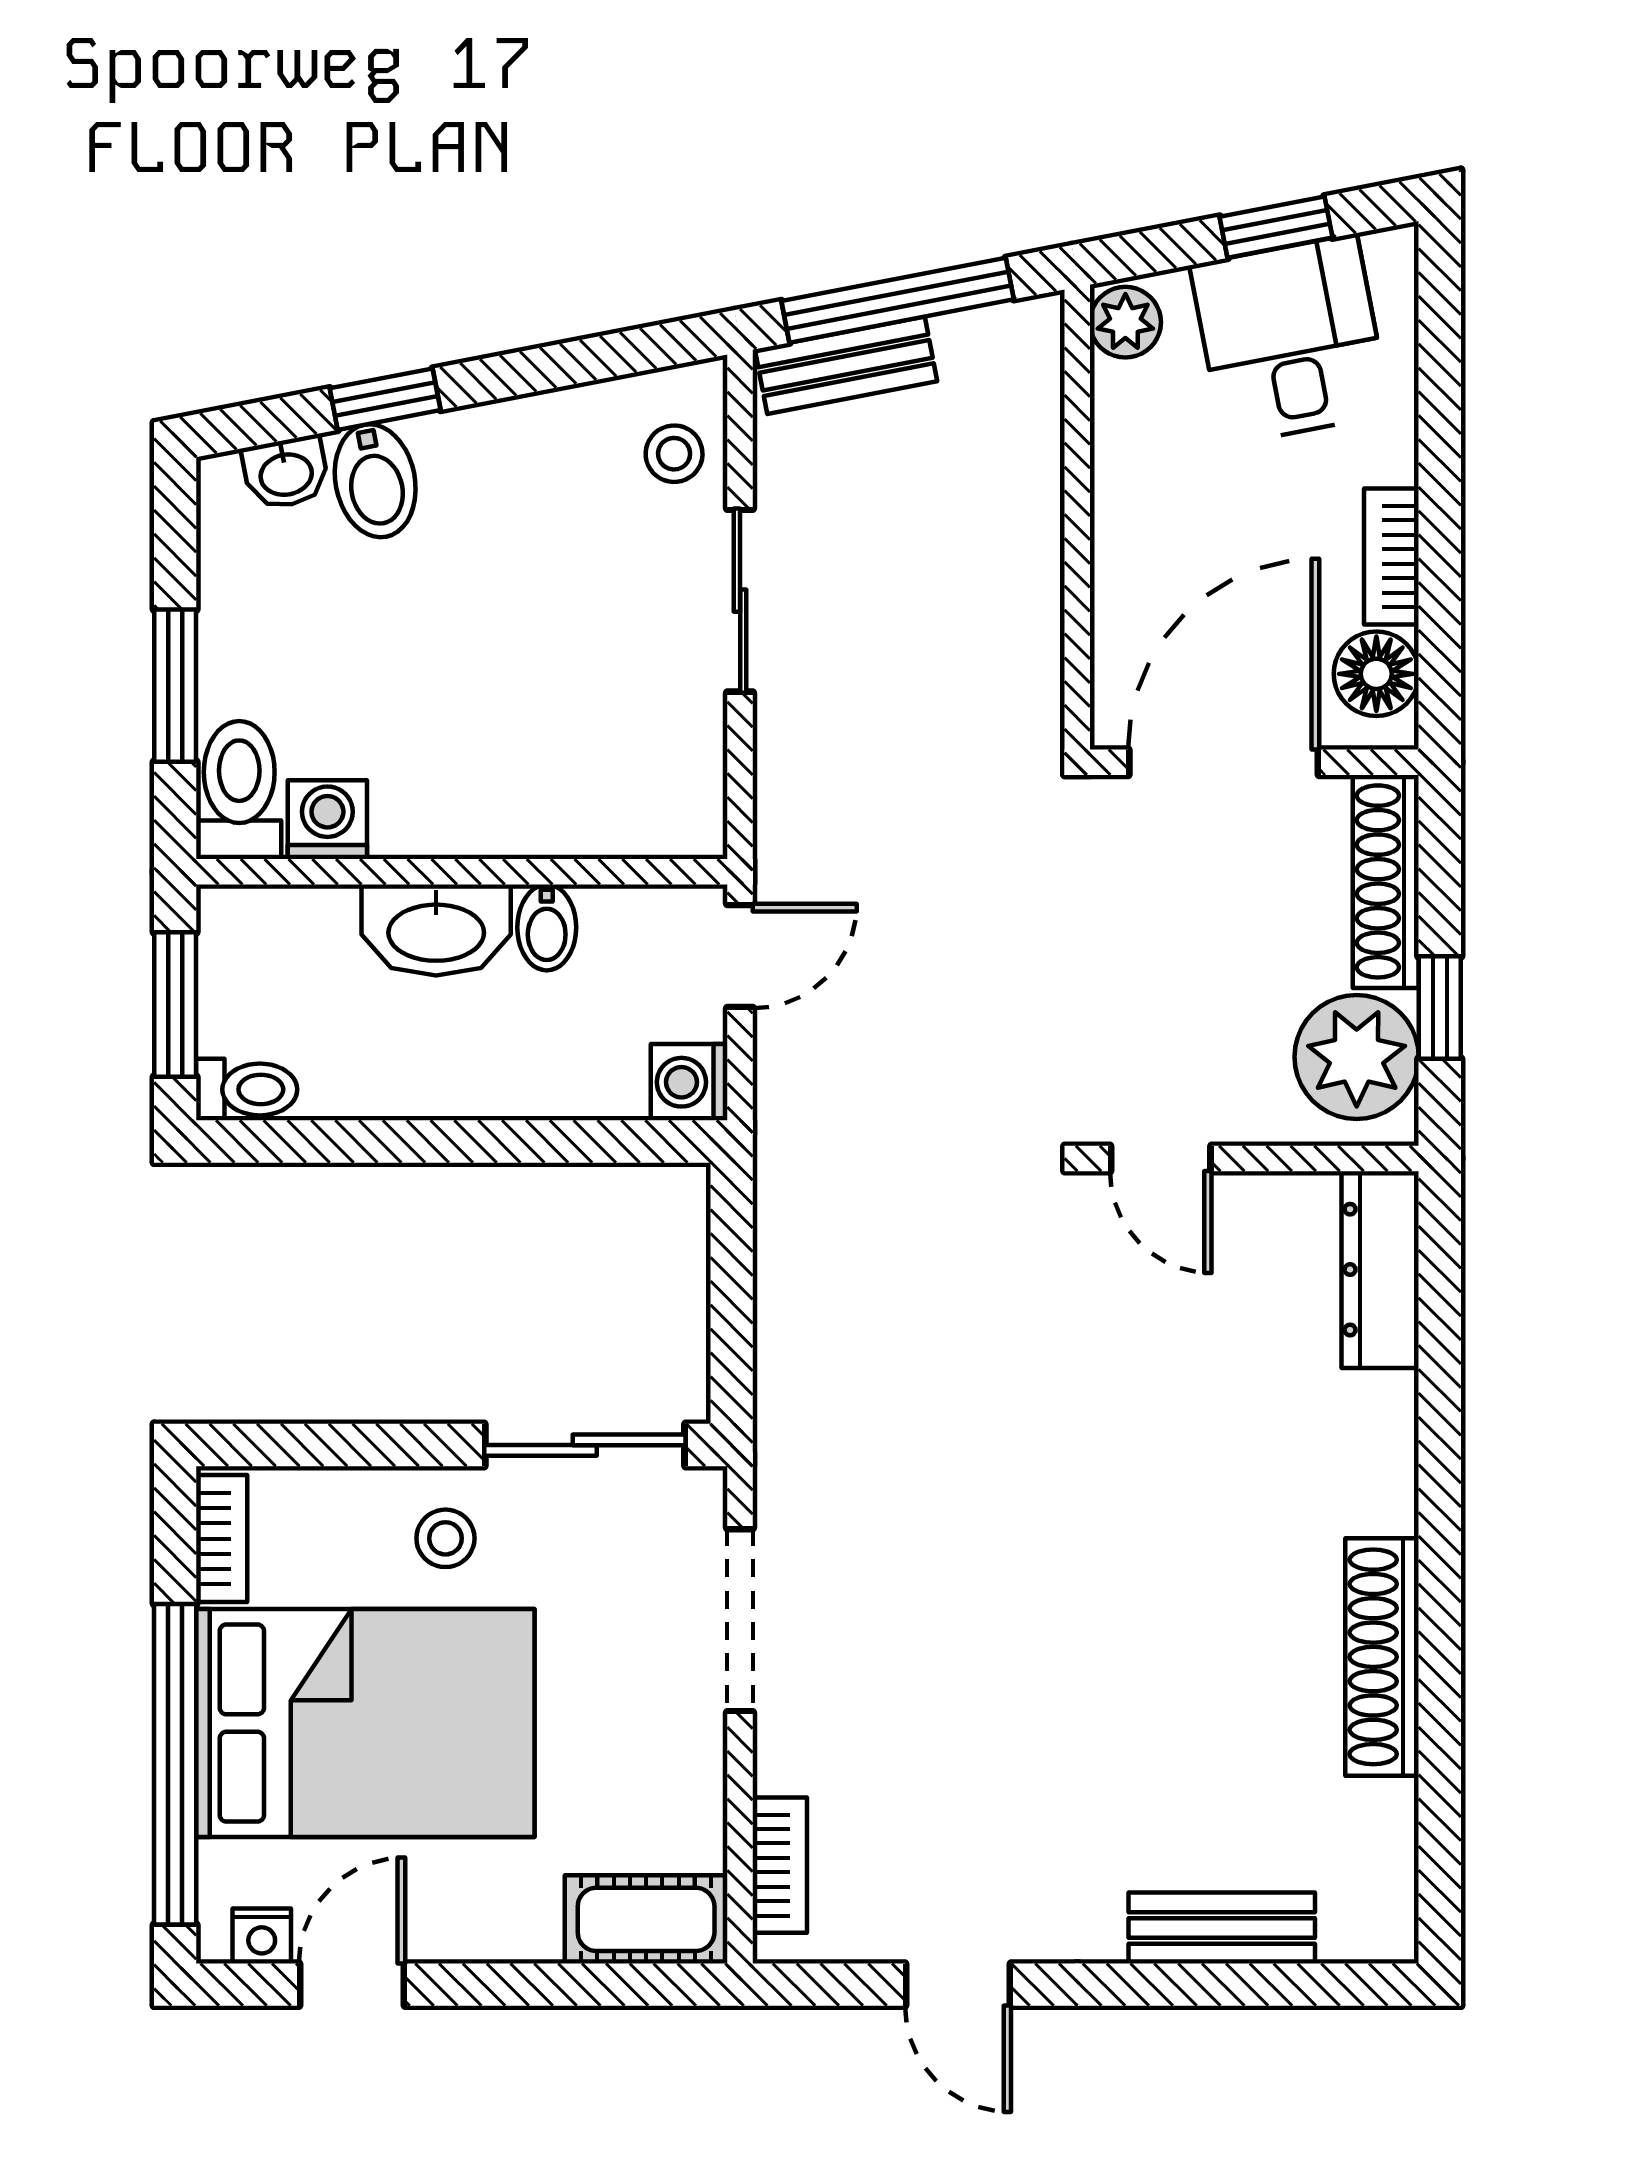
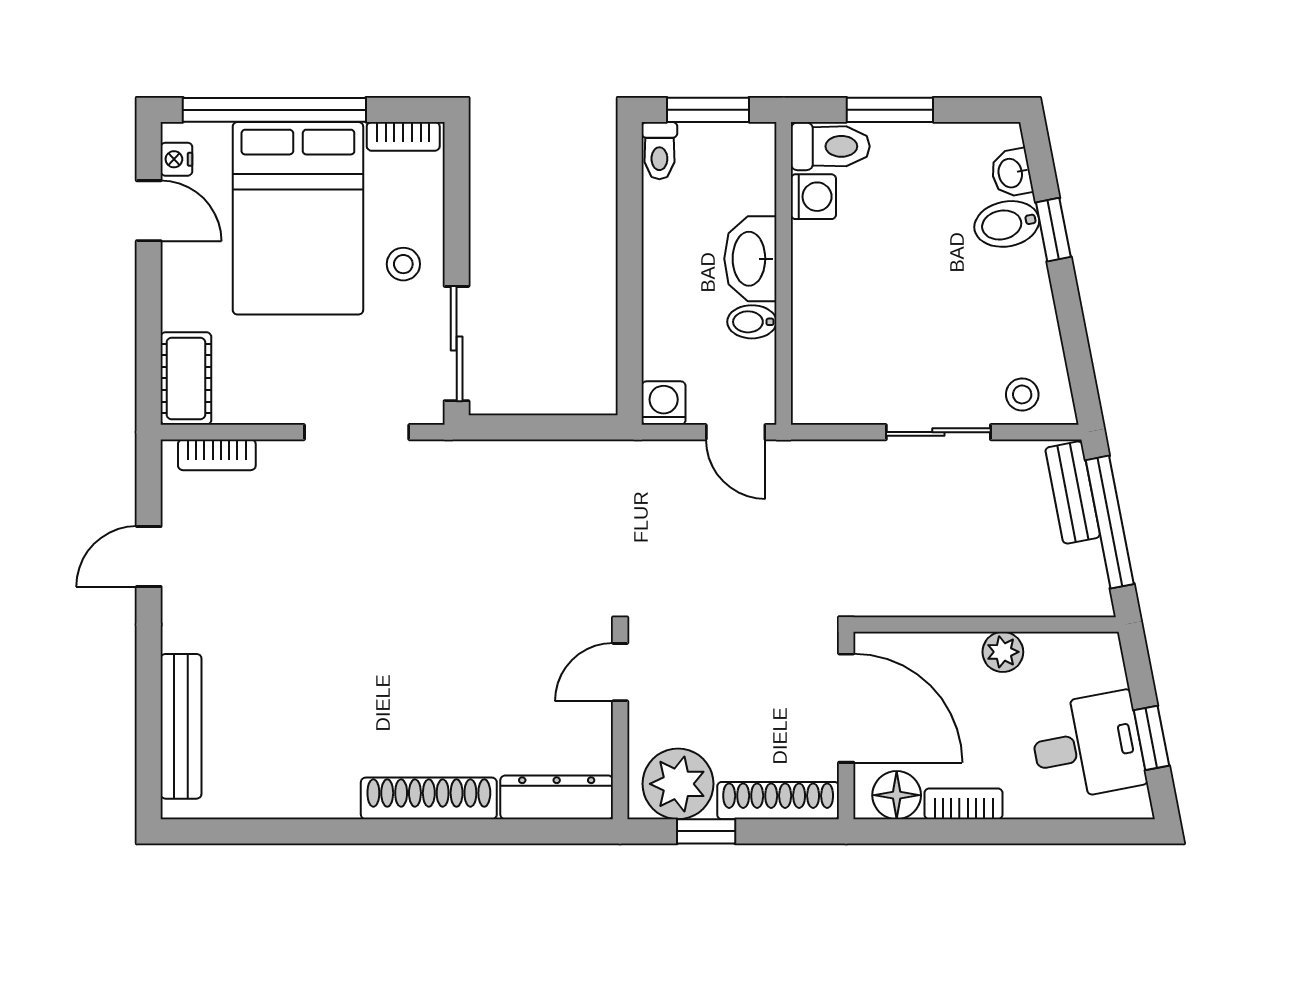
plant: (1125, 322) -> (1003, 652), moved
shoe rack: (1382, 1657) -> (429, 798), moved
bench: (1222, 1928) -> (181, 726), width x1.36

